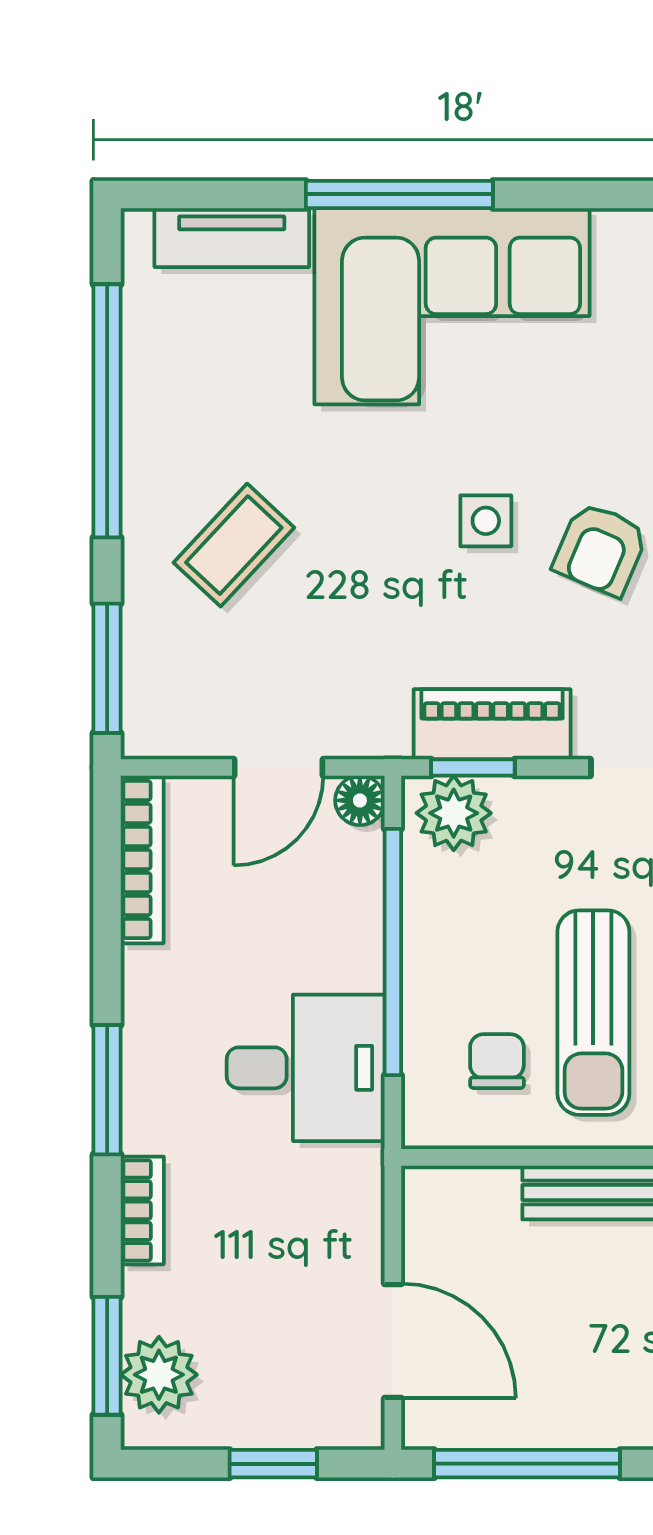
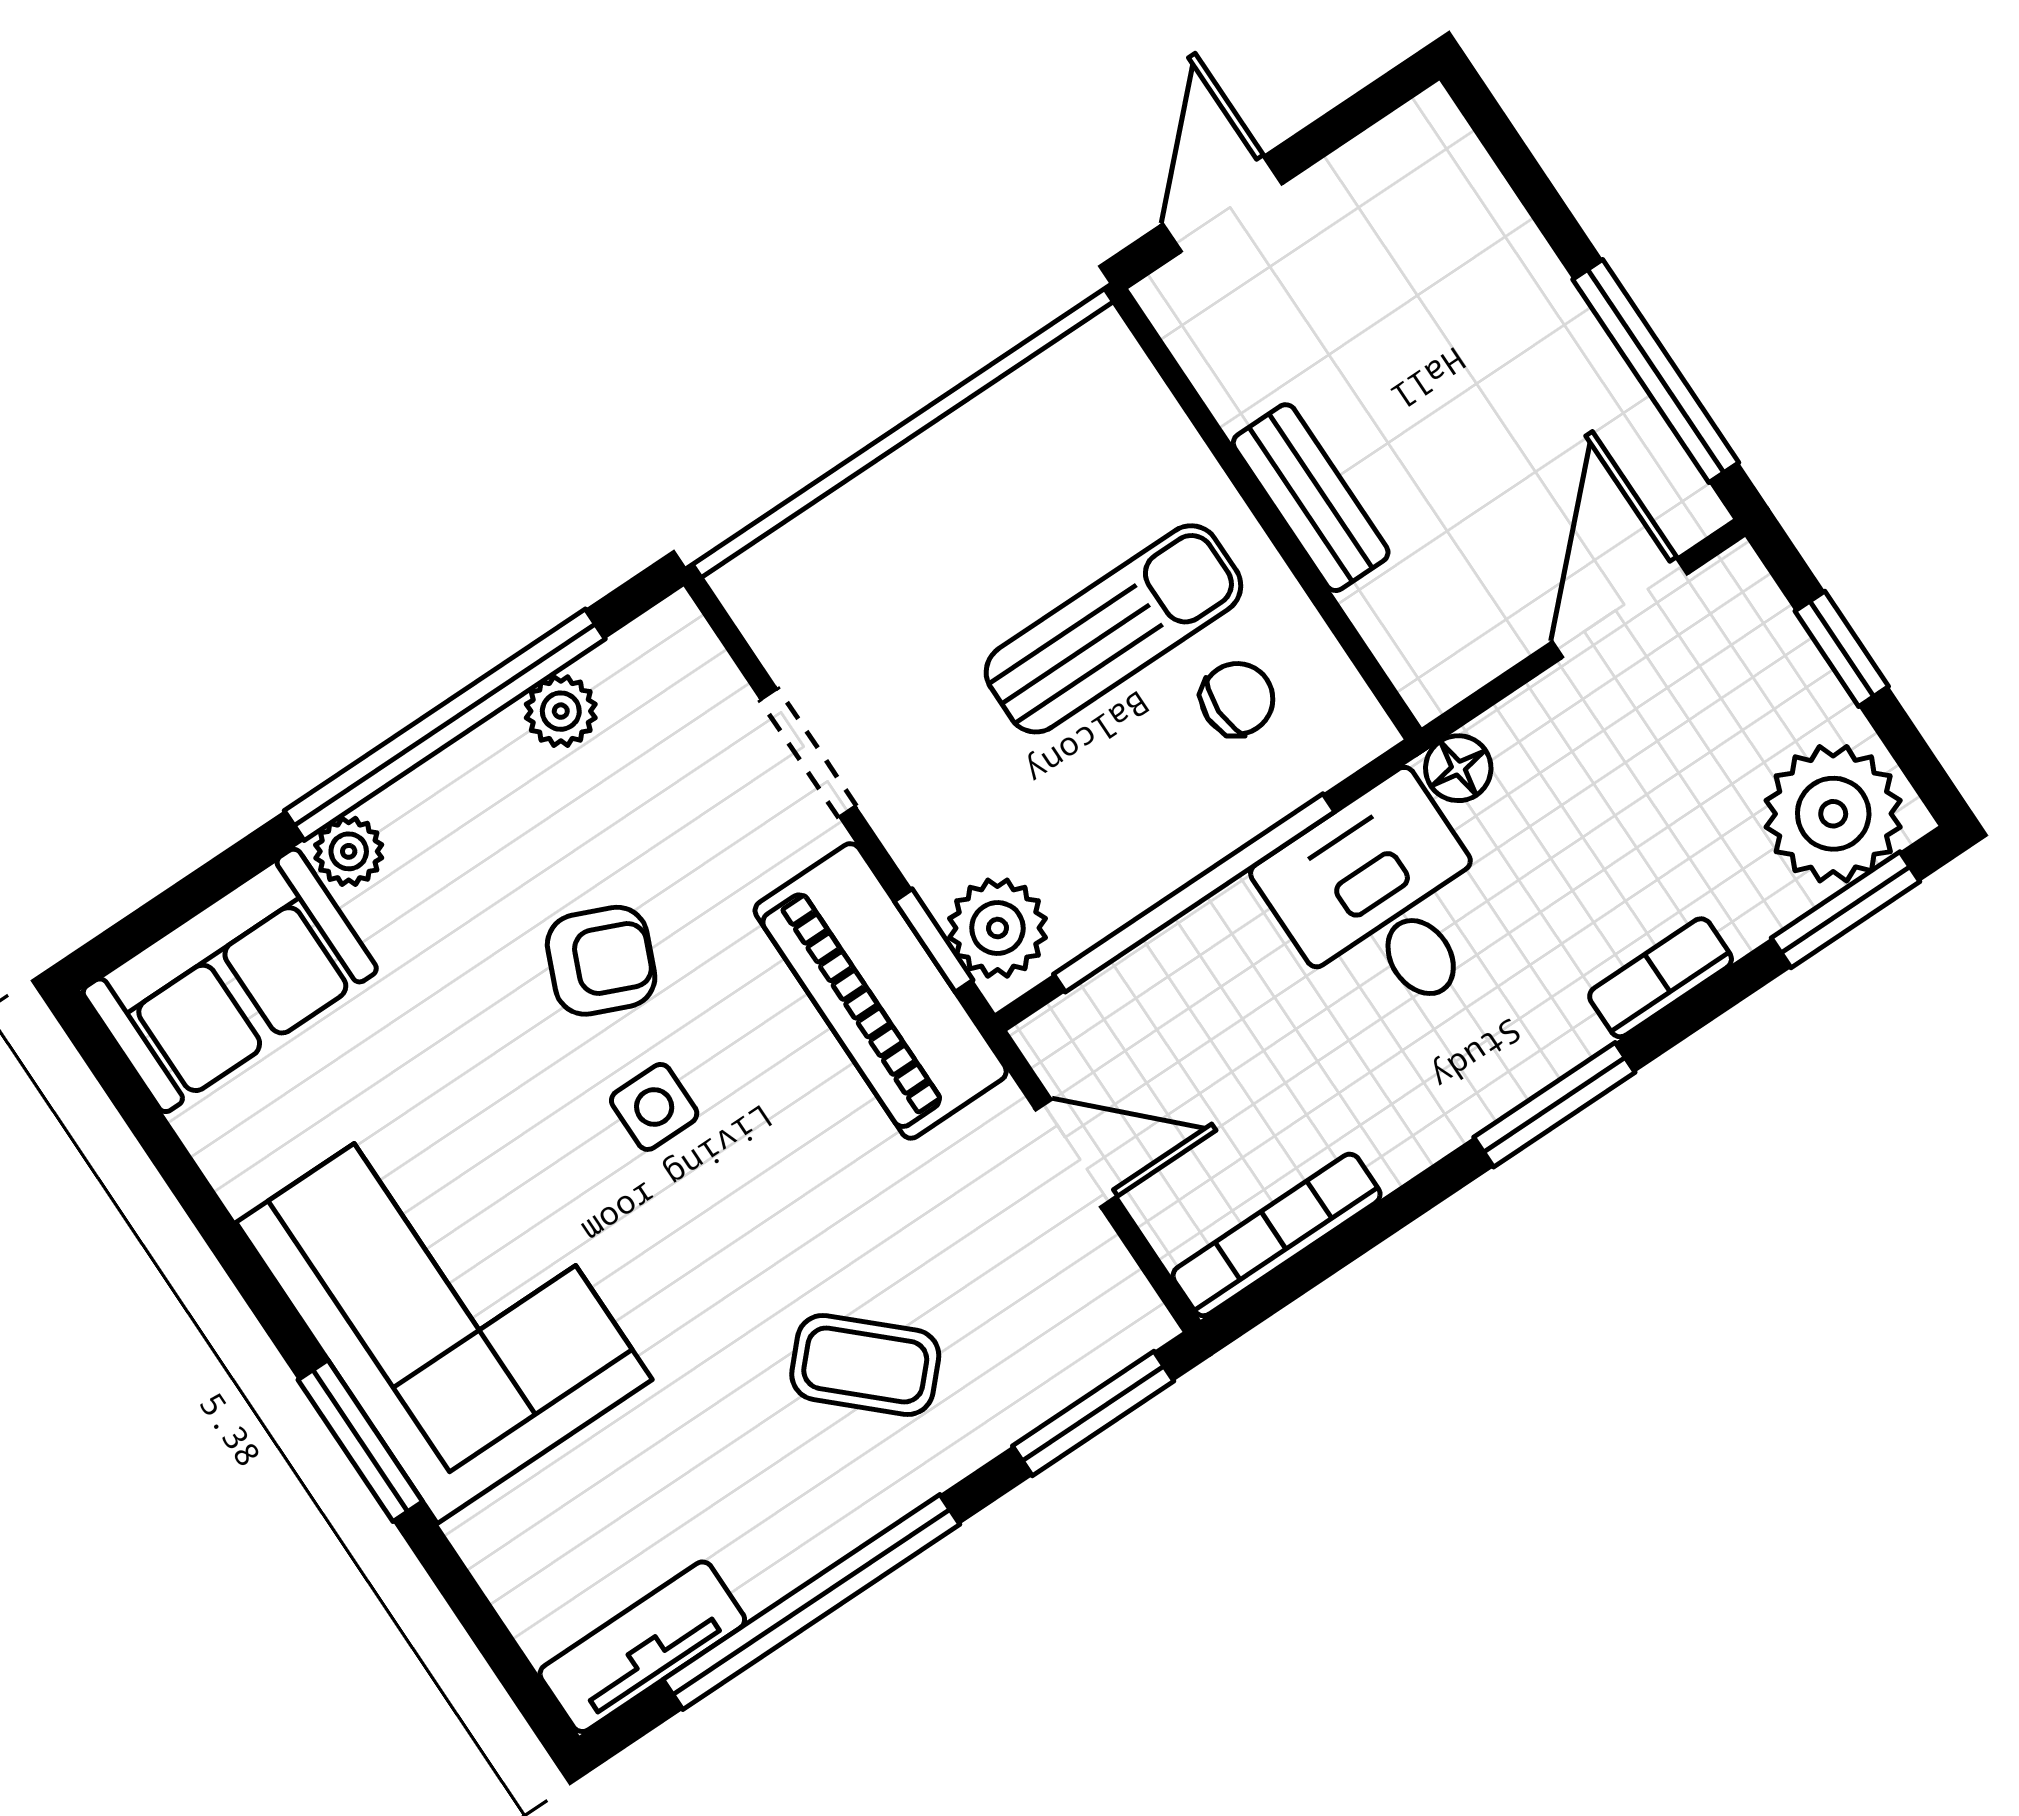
window: (399, 194) -> (360, 1441), width x0.69
tv unit: (232, 238) -> (642, 1647), moved, turned -90
piano: (492, 724) -> (881, 991), width x1.37, depth x1.33
floor lamp: (360, 800) -> (1458, 768), moved
chair: (497, 1061) -> (1237, 699), turned 180
plant: (159, 1375) -> (1833, 814), width x1.36, depth x1.36

